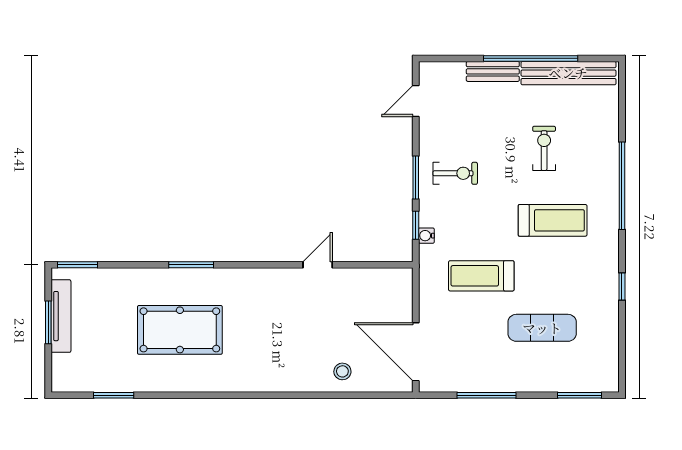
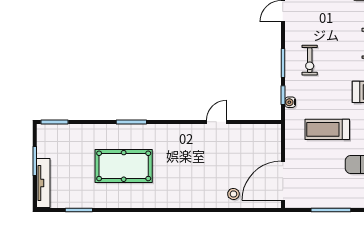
exercise bike: (455, 173) -> (310, 60), turned 90
tv unit: (61, 316) -> (43, 183), moved
door: (416, 352) -> (283, 181), hinge flipped

